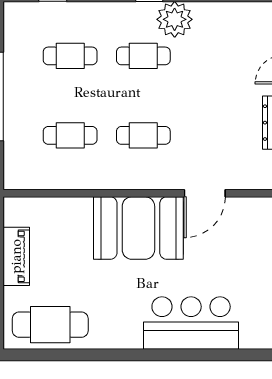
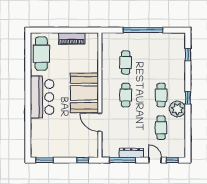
cafe table: (70, 56) -> (161, 128), moved
bar counter: (191, 323) -> (42, 97), moved

